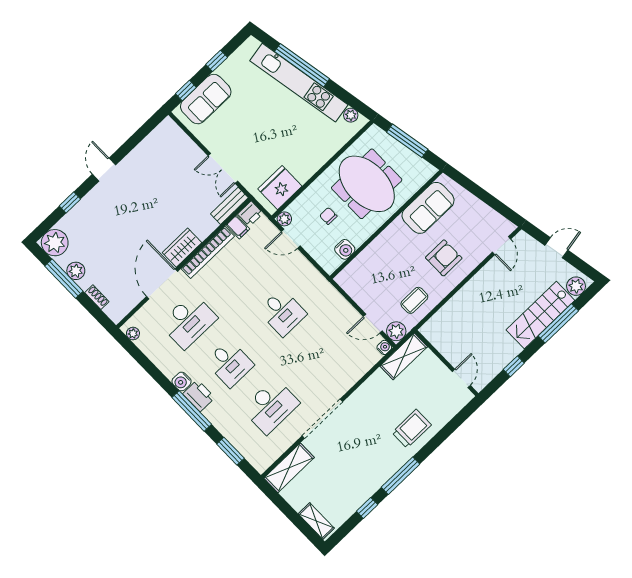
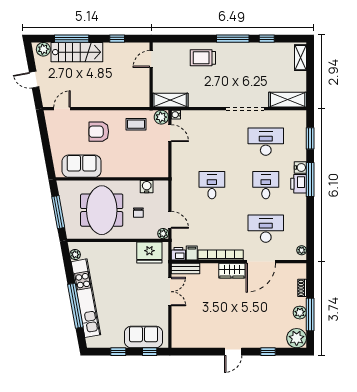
water cooler: (182, 381) -> (300, 168), moved

